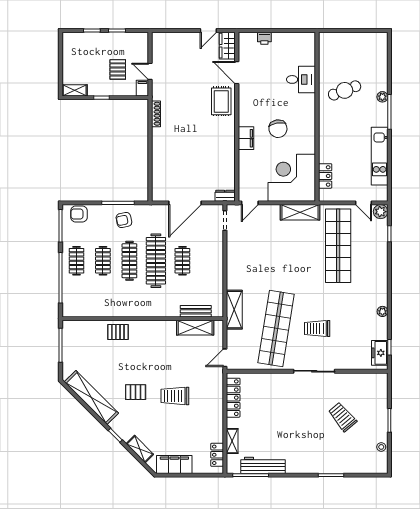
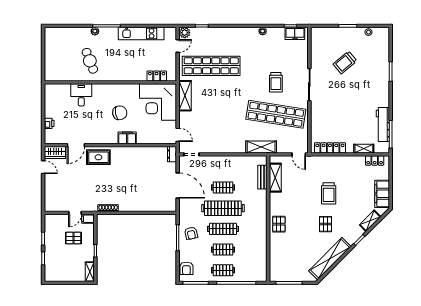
pallet: (118, 332) -> (279, 224), moved

